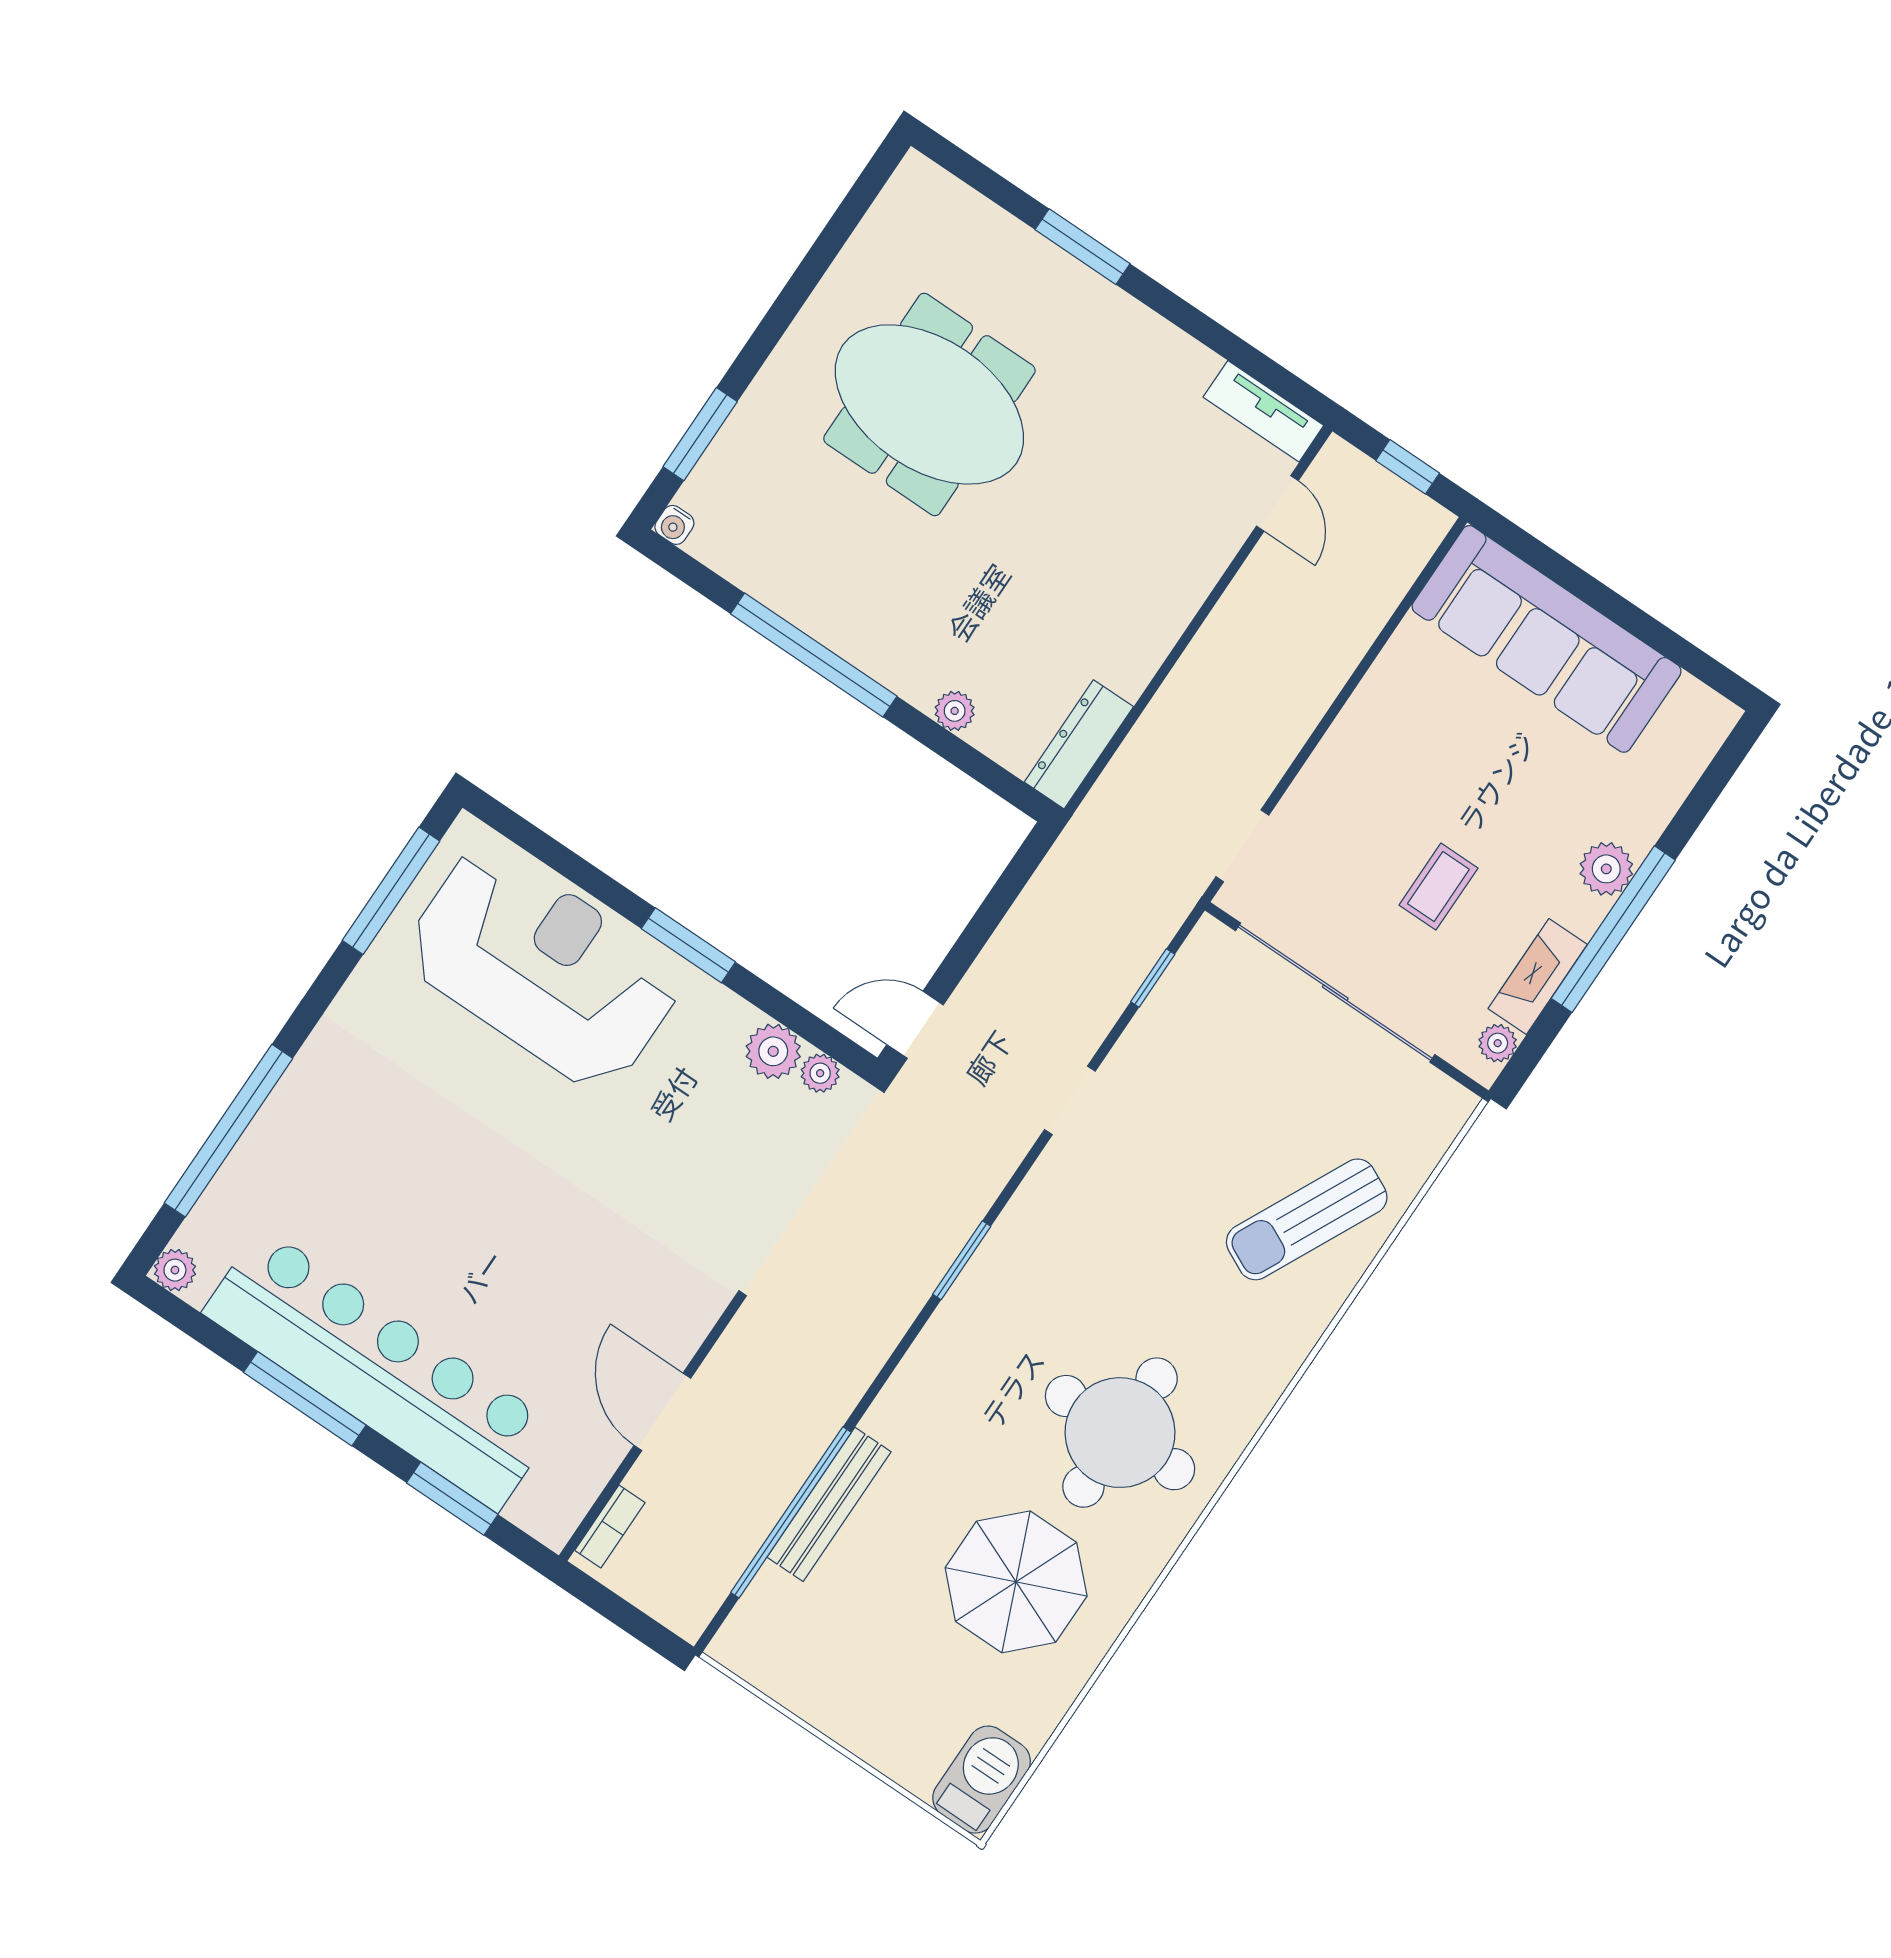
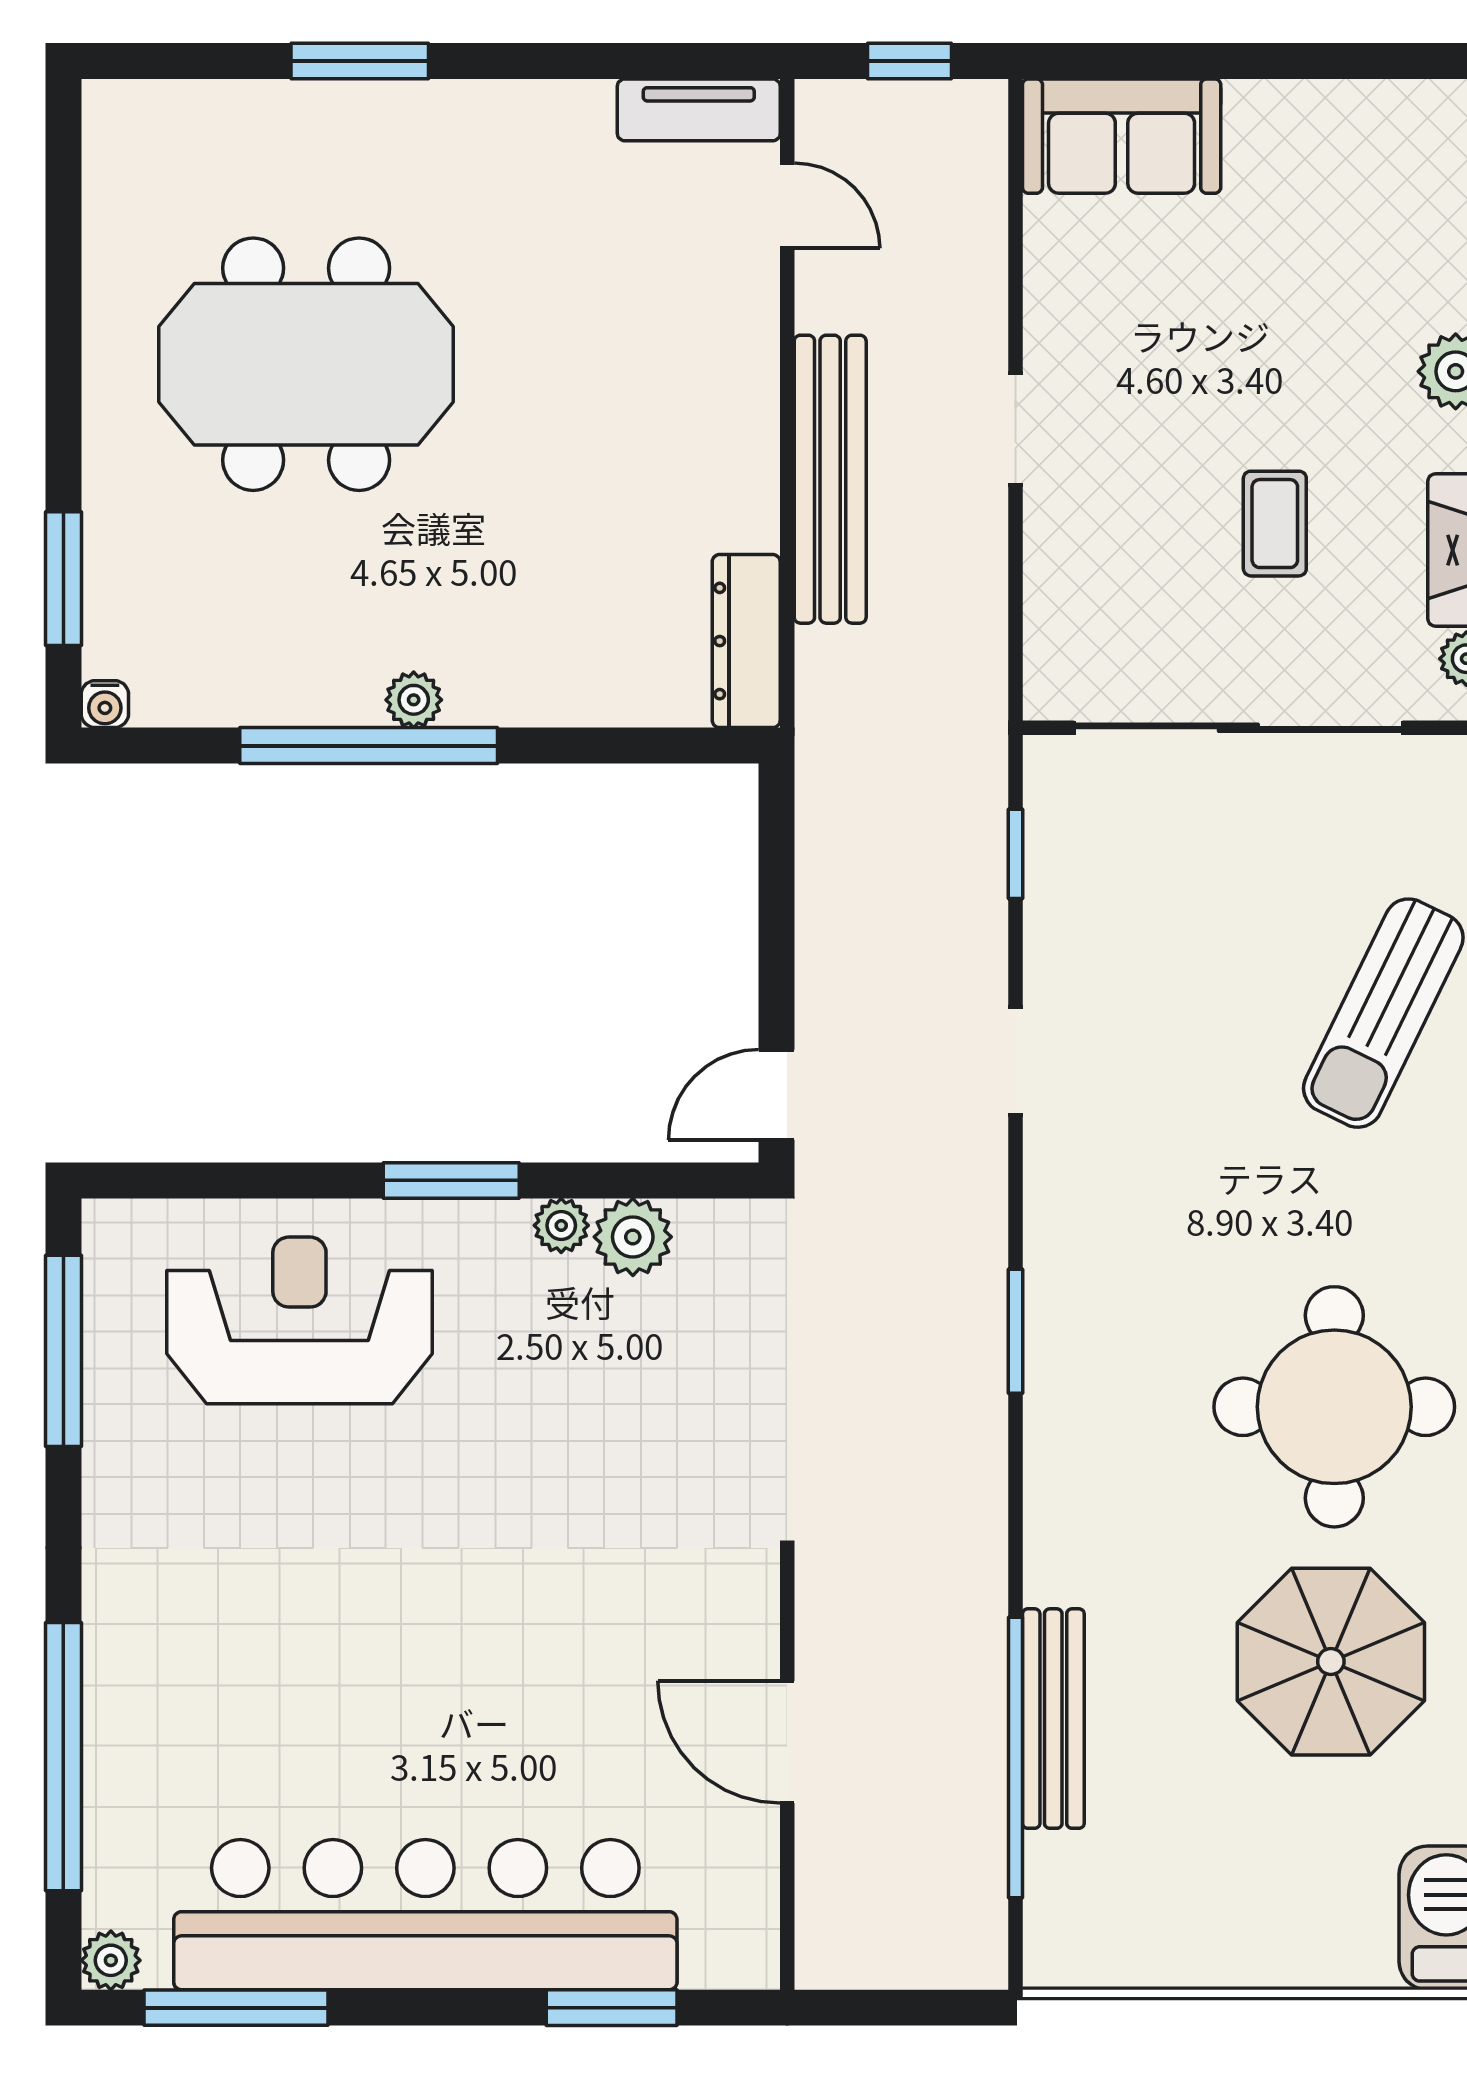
sofa: (1547, 639) -> (1122, 136), width x0.54, depth x0.79
bench: (1193, 682) -> (830, 479), added
plant: (955, 711) -> (414, 700), moved
doorway: (1242, 846) -> (1015, 429), moved
reception desk: (543, 967) -> (299, 1320), width x0.74, depth x0.77
plant: (820, 1073) -> (561, 1225), moved
window: (305, 1399) -> (236, 2008), moved
bookcase: (610, 1526) -> (816, 1916), removed

